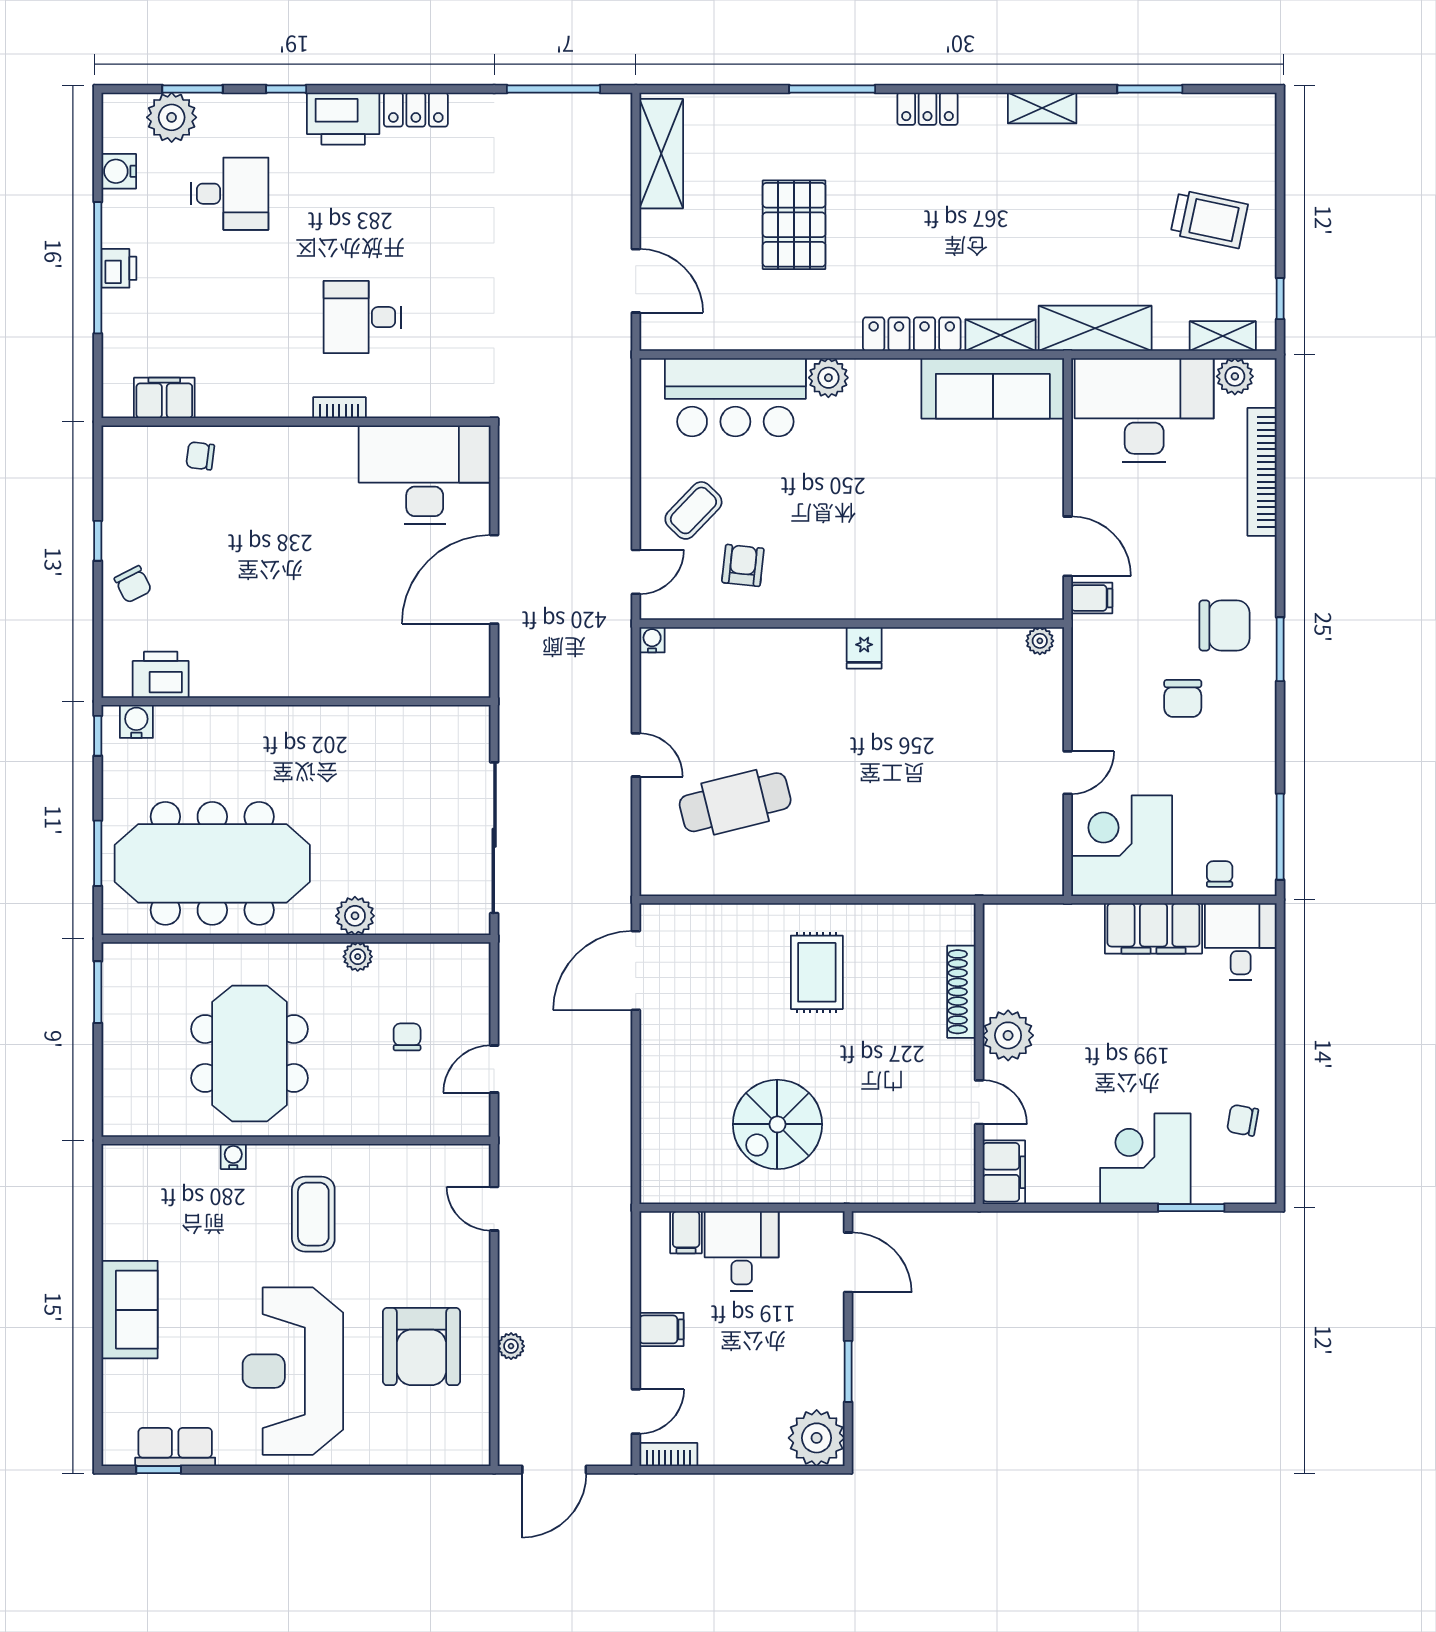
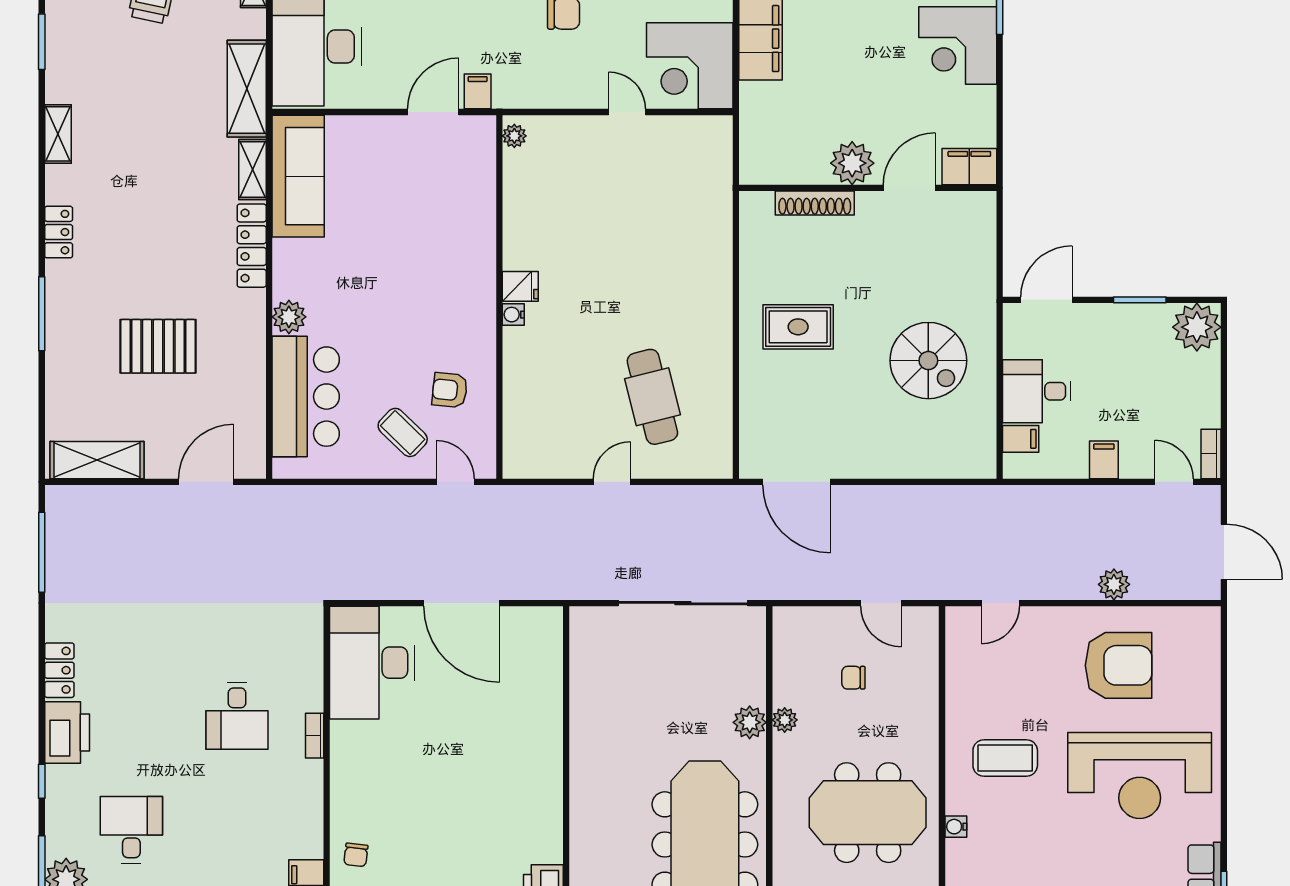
water cooler: (652, 640) -> (513, 315), moved
door: (979, 1102) -> (909, 188), width x1.37
plant: (511, 1346) -> (1114, 584), width x1.38, depth x1.38

